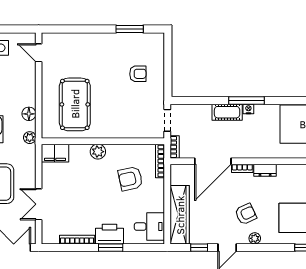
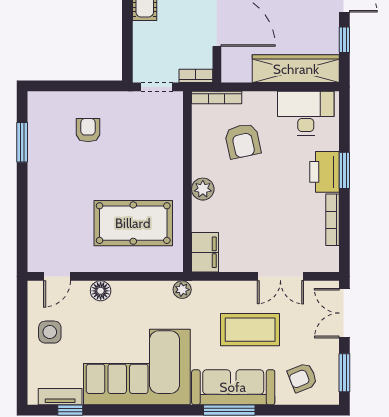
floor lamp: (29, 114) -> (101, 291), moved
desk: (149, 227) -> (306, 113), width x1.37

